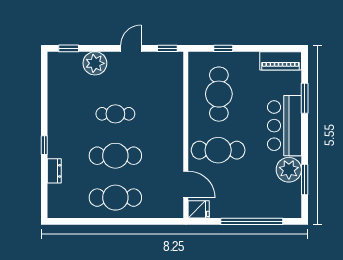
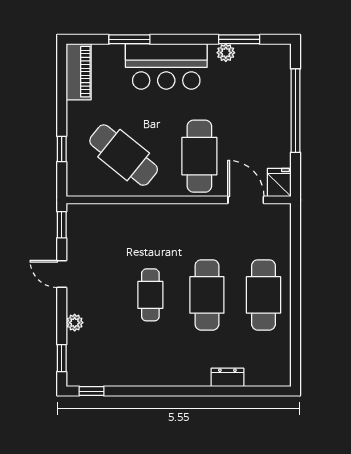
plant: (95, 63) -> (75, 323), width x0.53, depth x0.53
cafe table: (219, 94) -> (124, 155), turned 39
window: (44, 145) -> (92, 391), moved
plant: (289, 170) -> (226, 53), width x0.53, depth x0.53
door: (186, 184) -> (246, 200), hinge flipped

